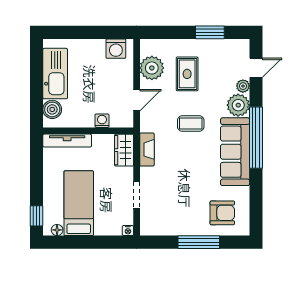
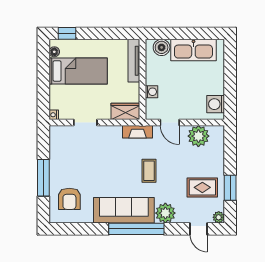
rug: (187, 74) -> (202, 187), moved
plant: (243, 86) -> (219, 217), moved
fireplace: (147, 149) -> (137, 132), moved

